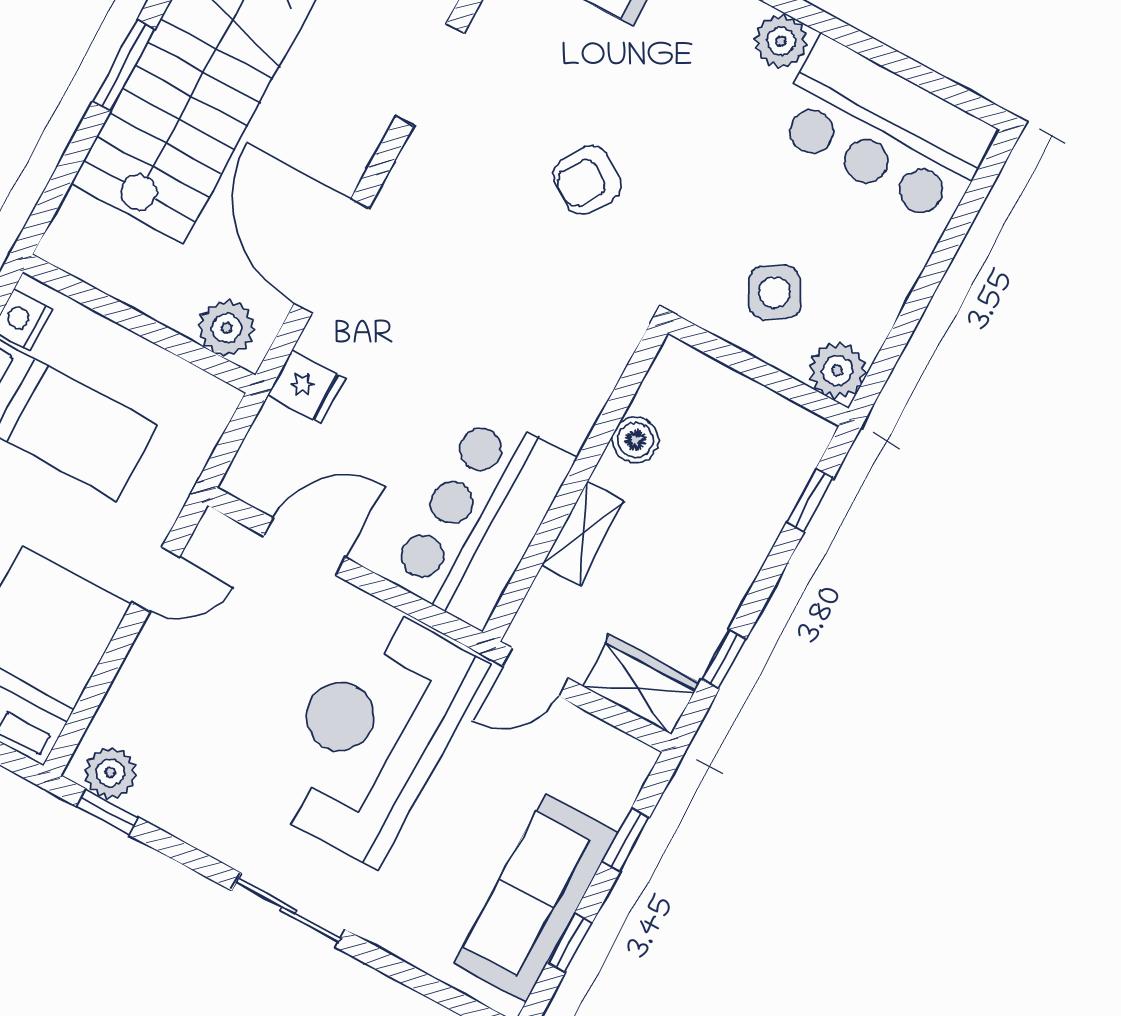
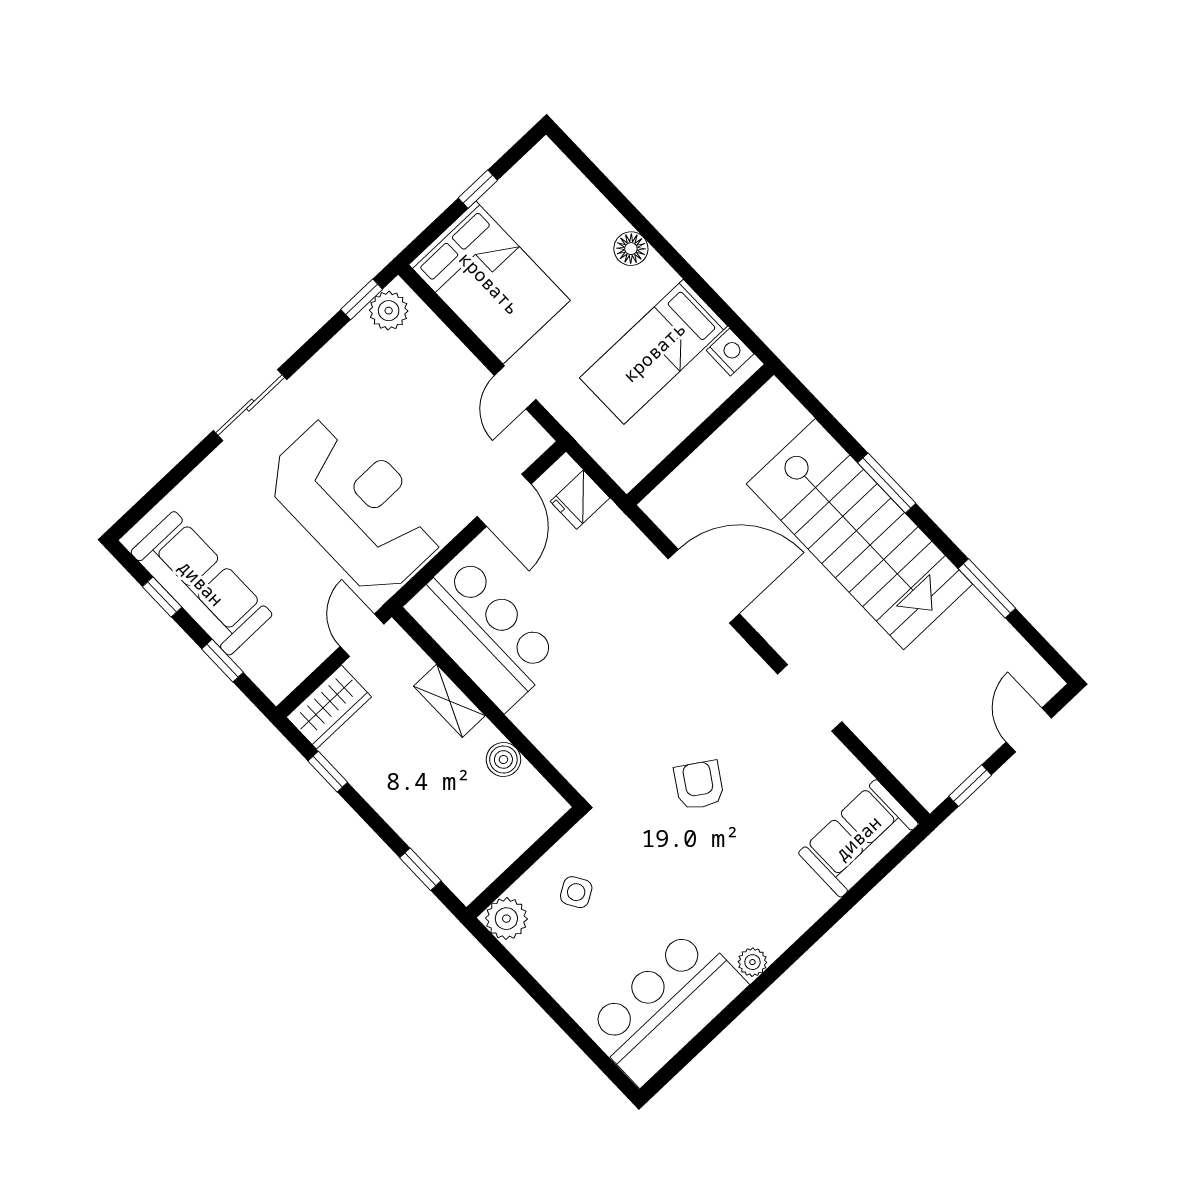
plant: (781, 41) -> (752, 962), width x0.73, depth x0.73
side table: (775, 292) -> (576, 892), width x0.73, depth x0.73
plant: (227, 328) -> (677, 496), removed
fridge: (307, 387) -> (580, 500), moved

